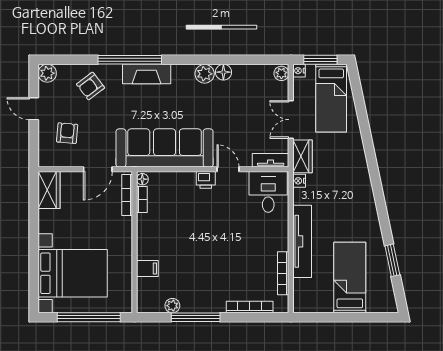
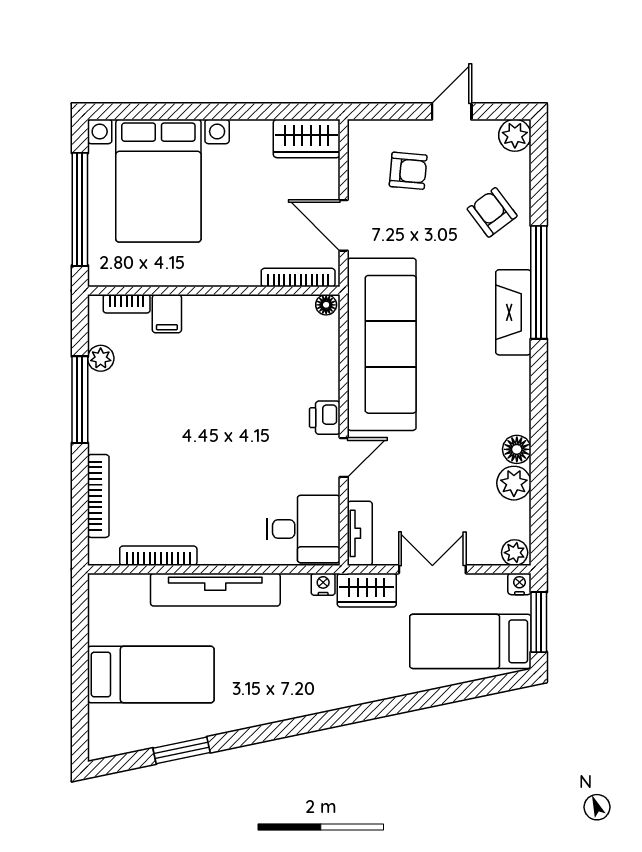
plant: (205, 74) -> (514, 483), moved
bookcase: (142, 199) -> (127, 304), moved

